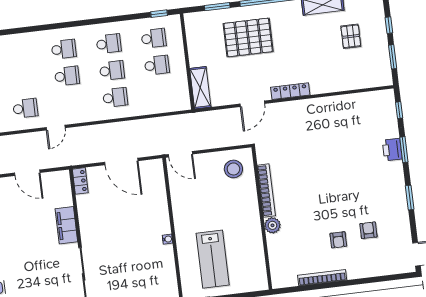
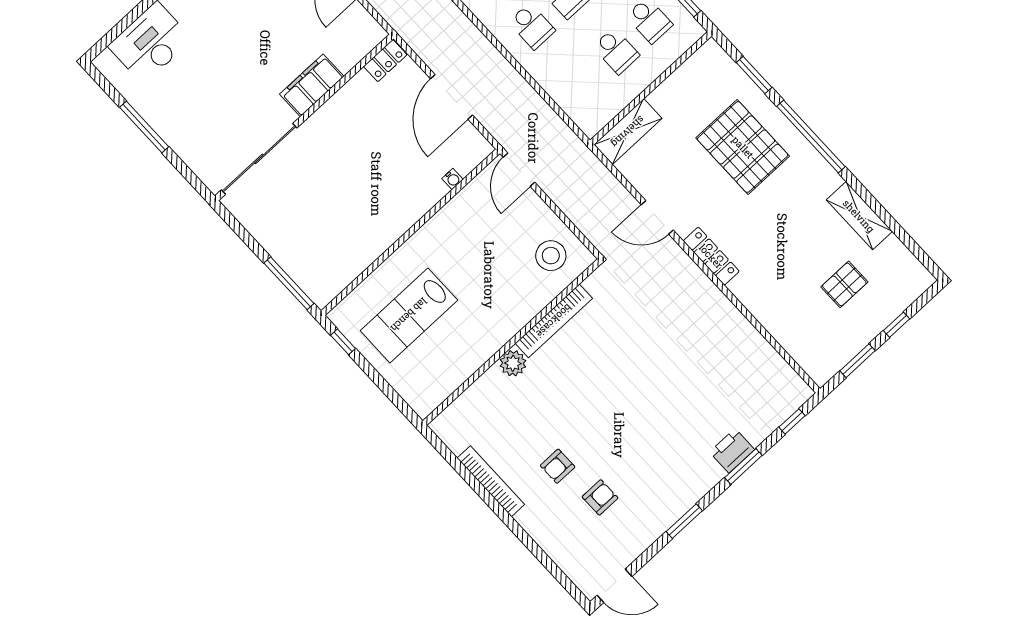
water cooler: (167, 239) -> (453, 179), moved

